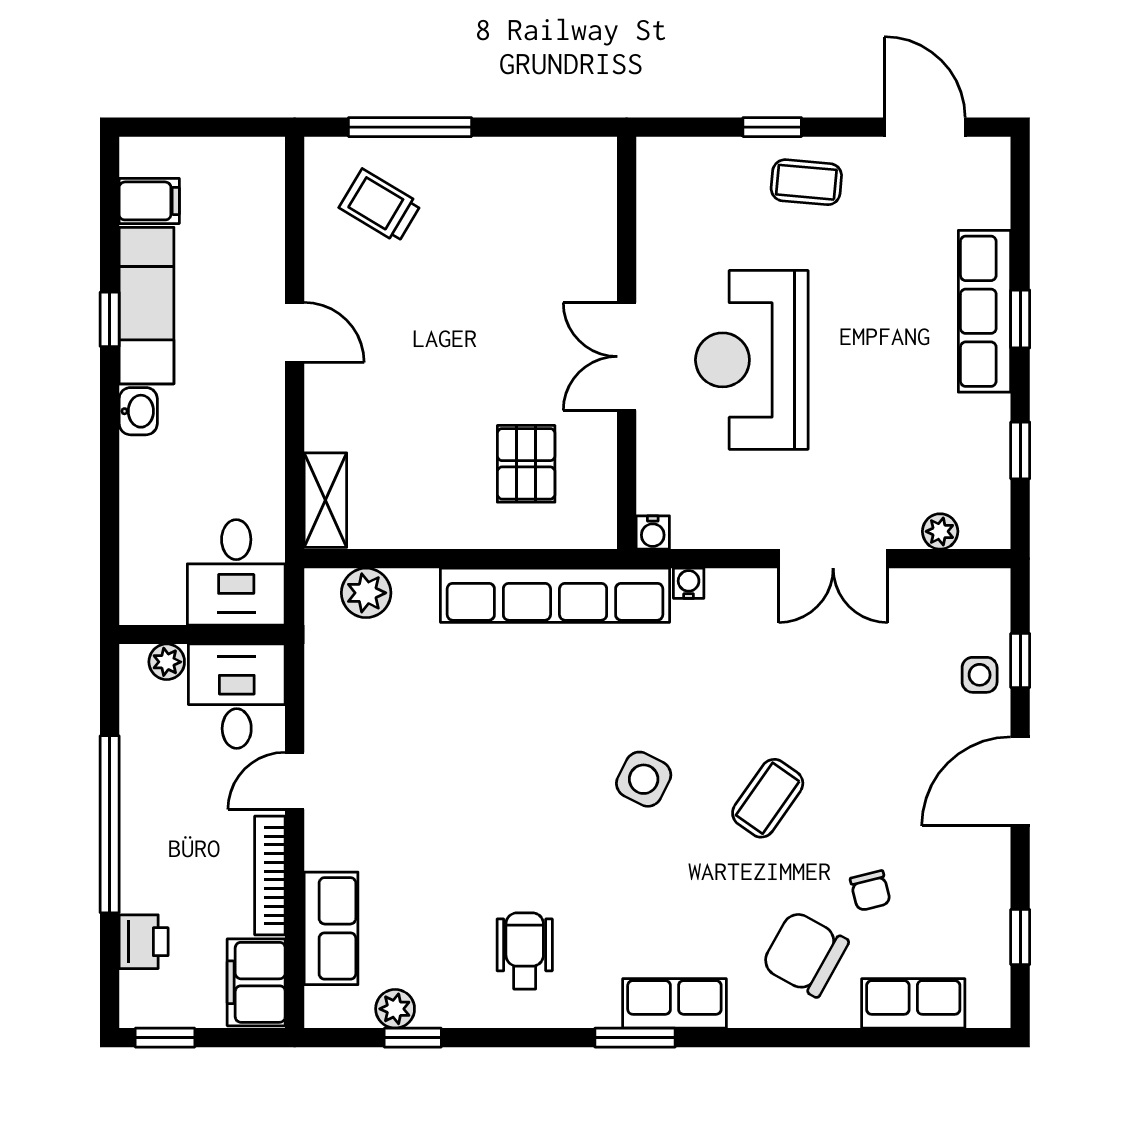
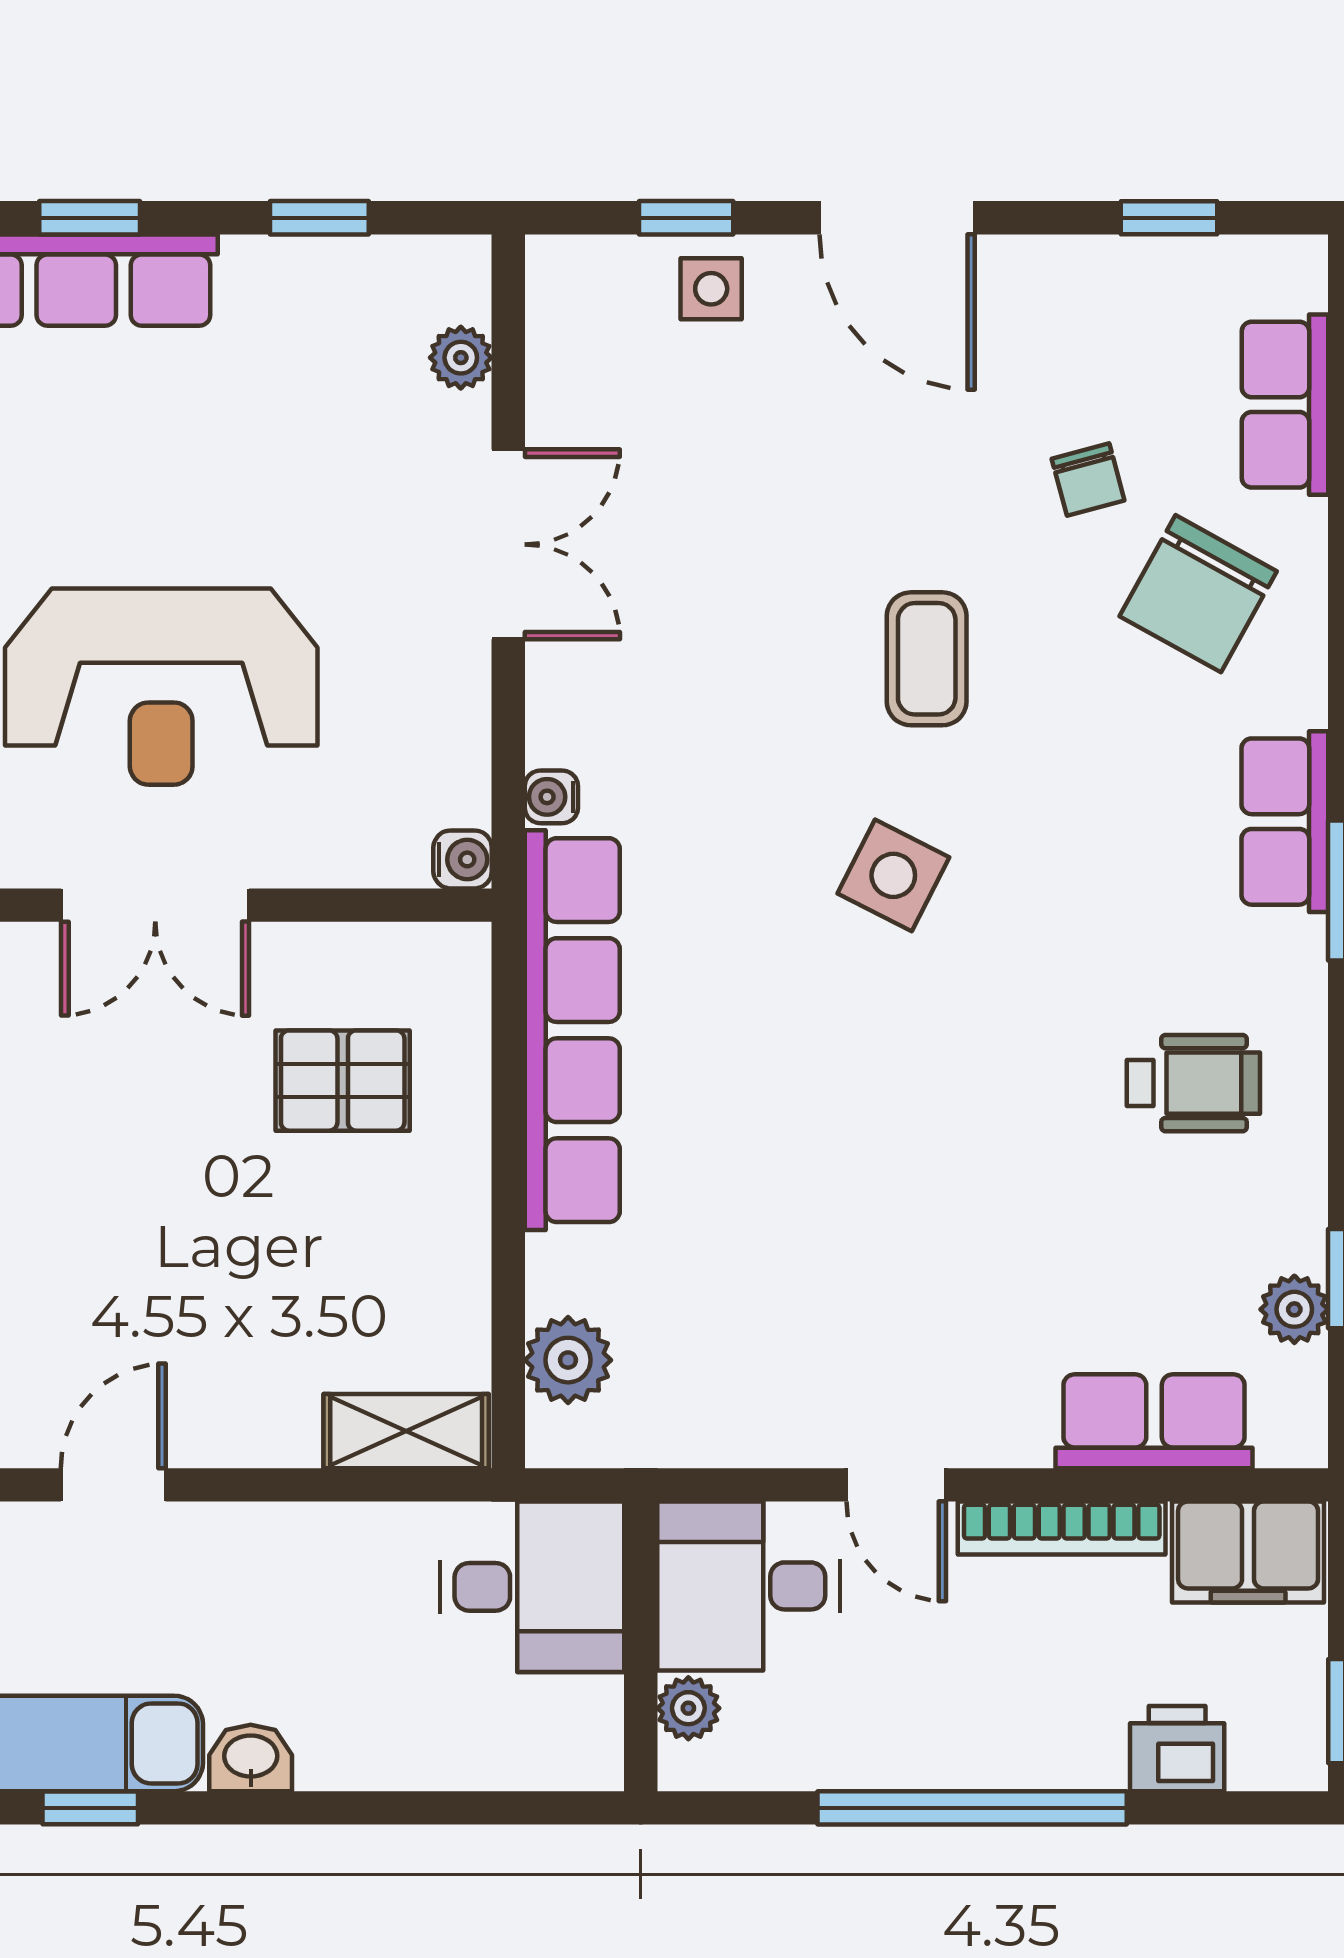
coffee table: (768, 798) -> (927, 659), turned 55
chair: (870, 891) -> (1088, 480), turned 89
wheelchair: (525, 951) -> (1193, 1083), turned 180

